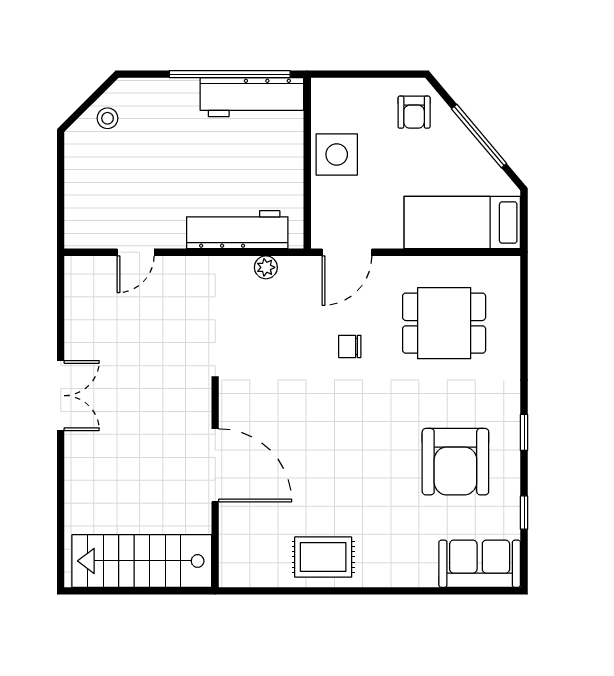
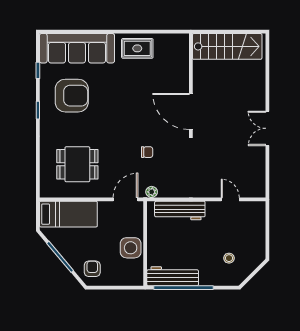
stool: (108, 118) -> (229, 258), moved
door: (136, 252) -> (230, 199), hinge flipped
plant: (266, 267) -> (152, 192), moved
chair: (350, 346) -> (147, 152), moved
armchair: (455, 462) -> (72, 96), turned 90
door: (215, 465) -> (191, 111), moved
sofa: (480, 564) -> (77, 48), width x1.85, depth x1.27

